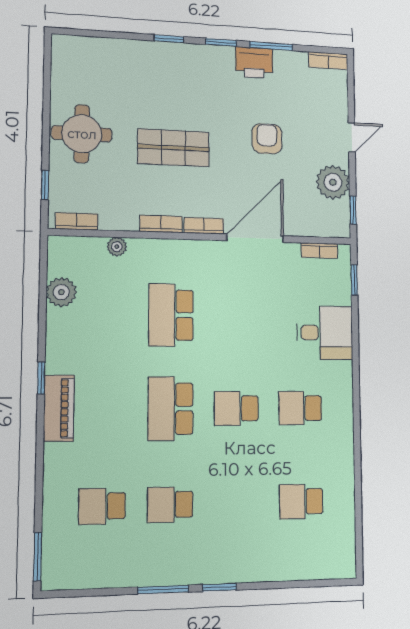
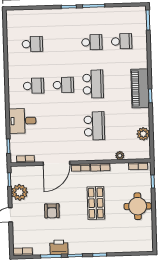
shop shelf: (173, 148) -> (96, 203), turned 90
piano: (59, 408) -> (140, 88), width x1.37, depth x1.33

